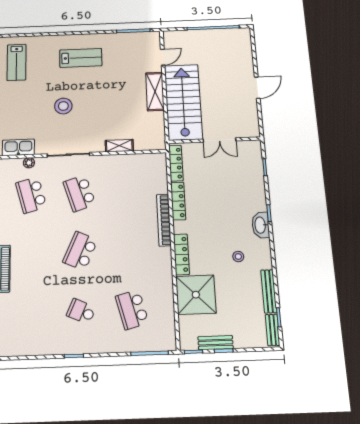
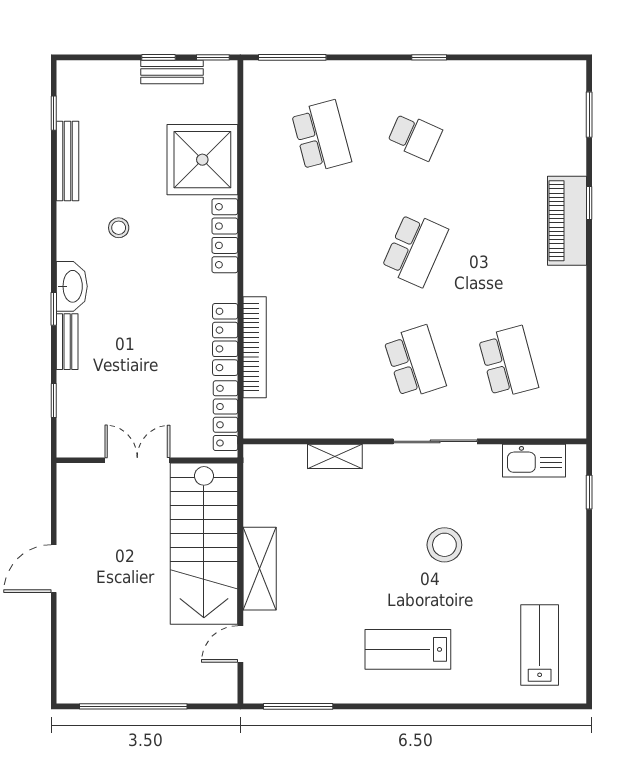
plant: (29, 163) -> (513, 428), removed
bookcase: (164, 220) -> (255, 347), moved
bench: (273, 330) -> (67, 342), moved

